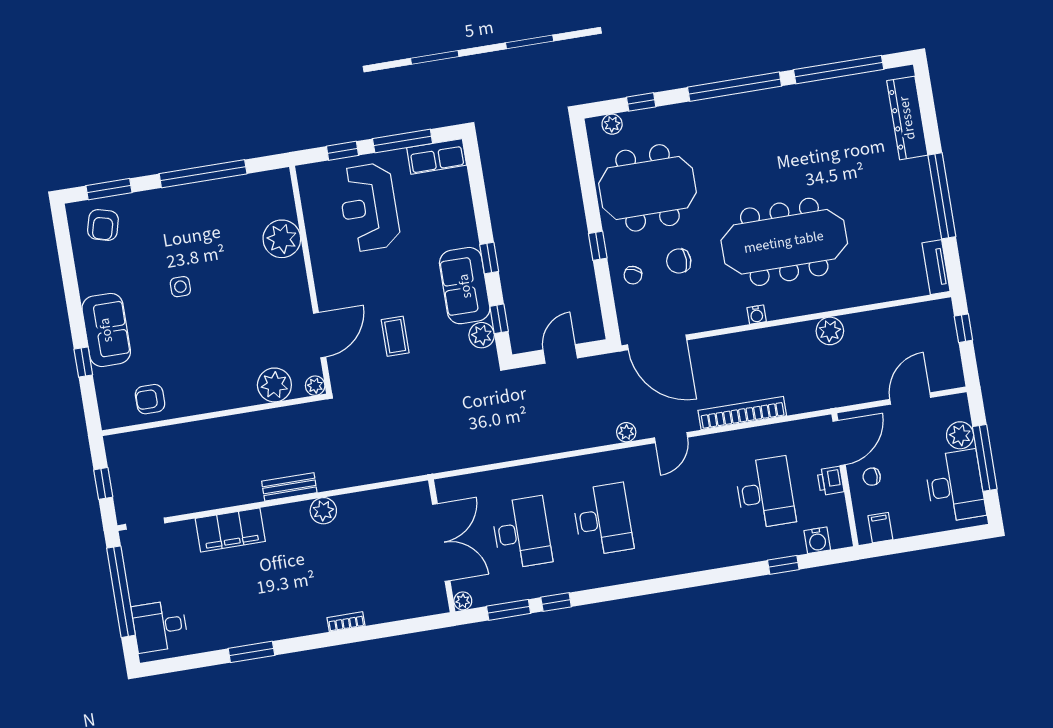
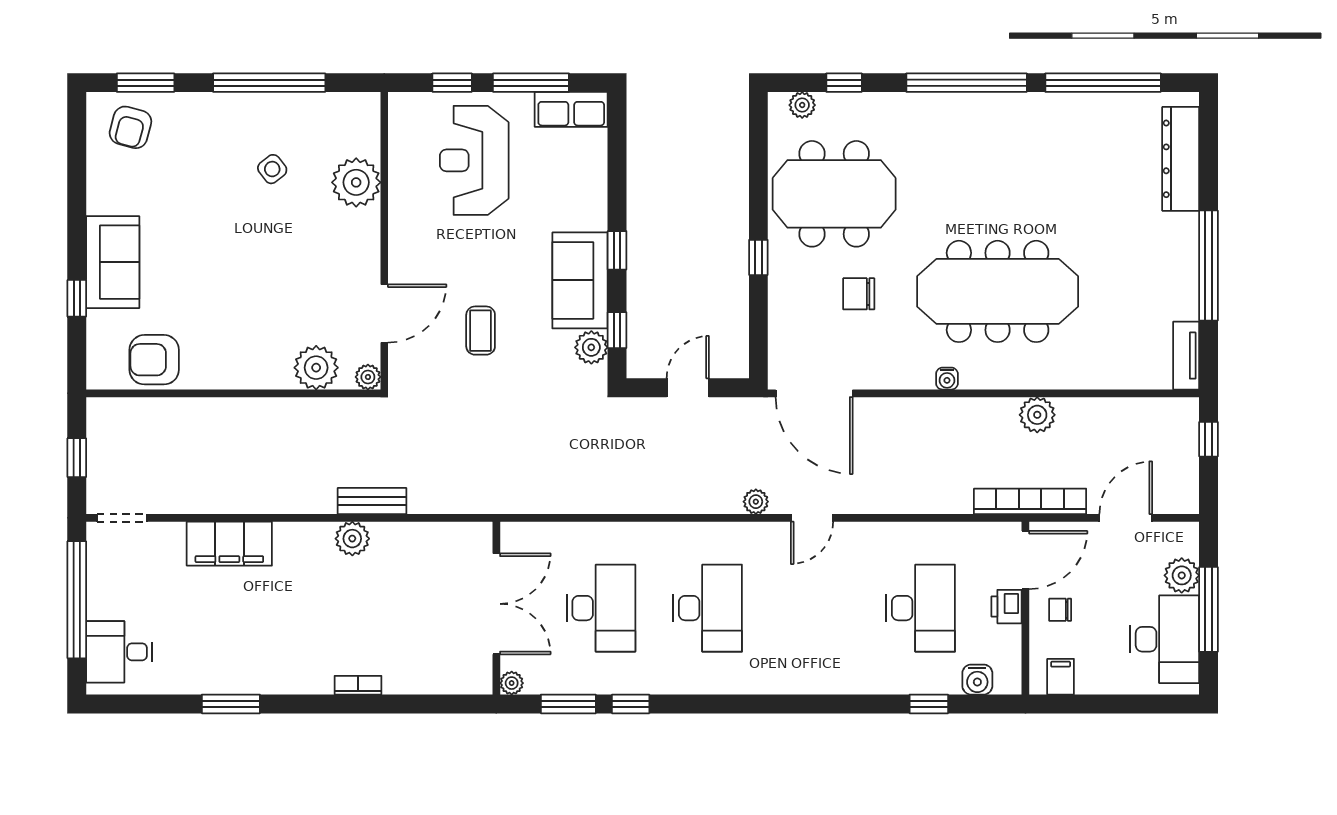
chair: (633, 275) -> (797, 302), removed
side table: (180, 287) -> (272, 169), moved, turned -38
armchair: (150, 399) -> (154, 360), width x1.38, depth x1.38
bookcase: (742, 413) -> (1030, 501), moved
bench: (289, 487) -> (372, 501), moved

